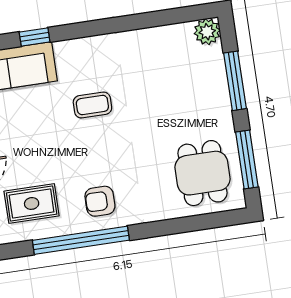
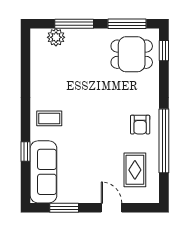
plant: (207, 32) -> (56, 37), moved
coffee table: (92, 105) -> (49, 118), moved, turned 90
window: (215, 220) -> (164, 51), added

